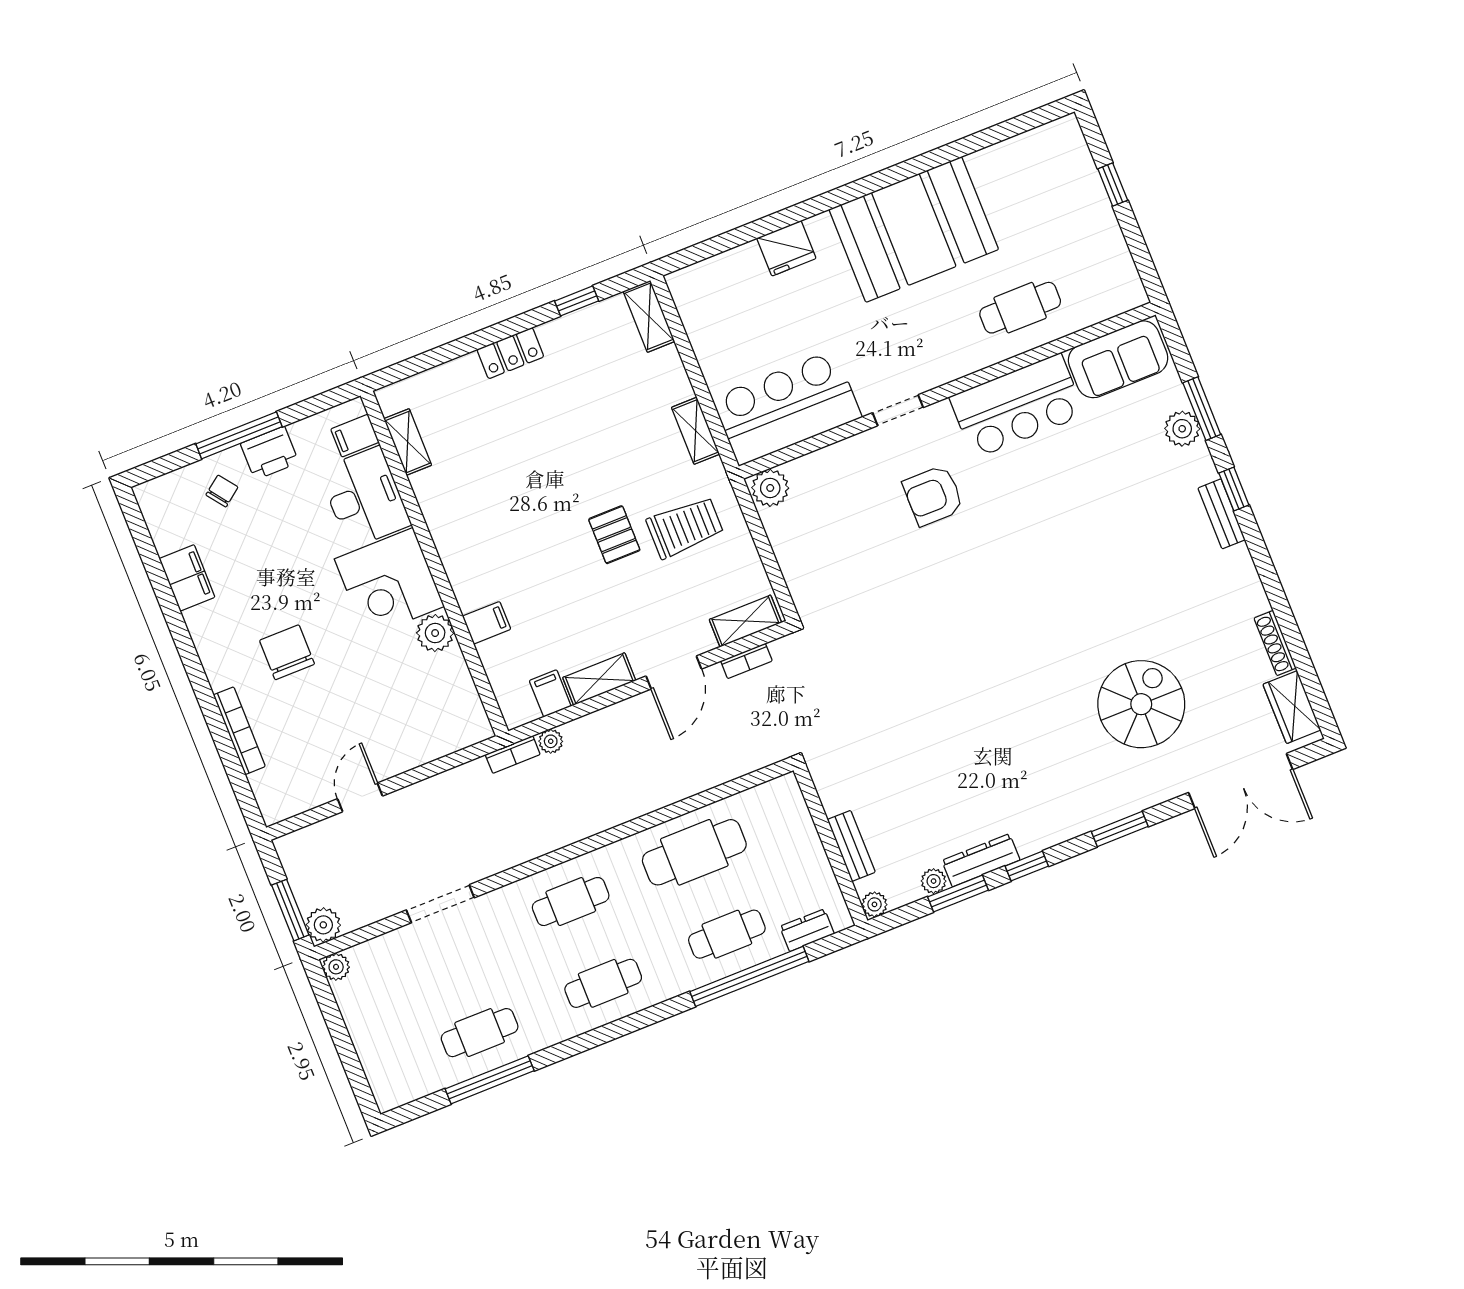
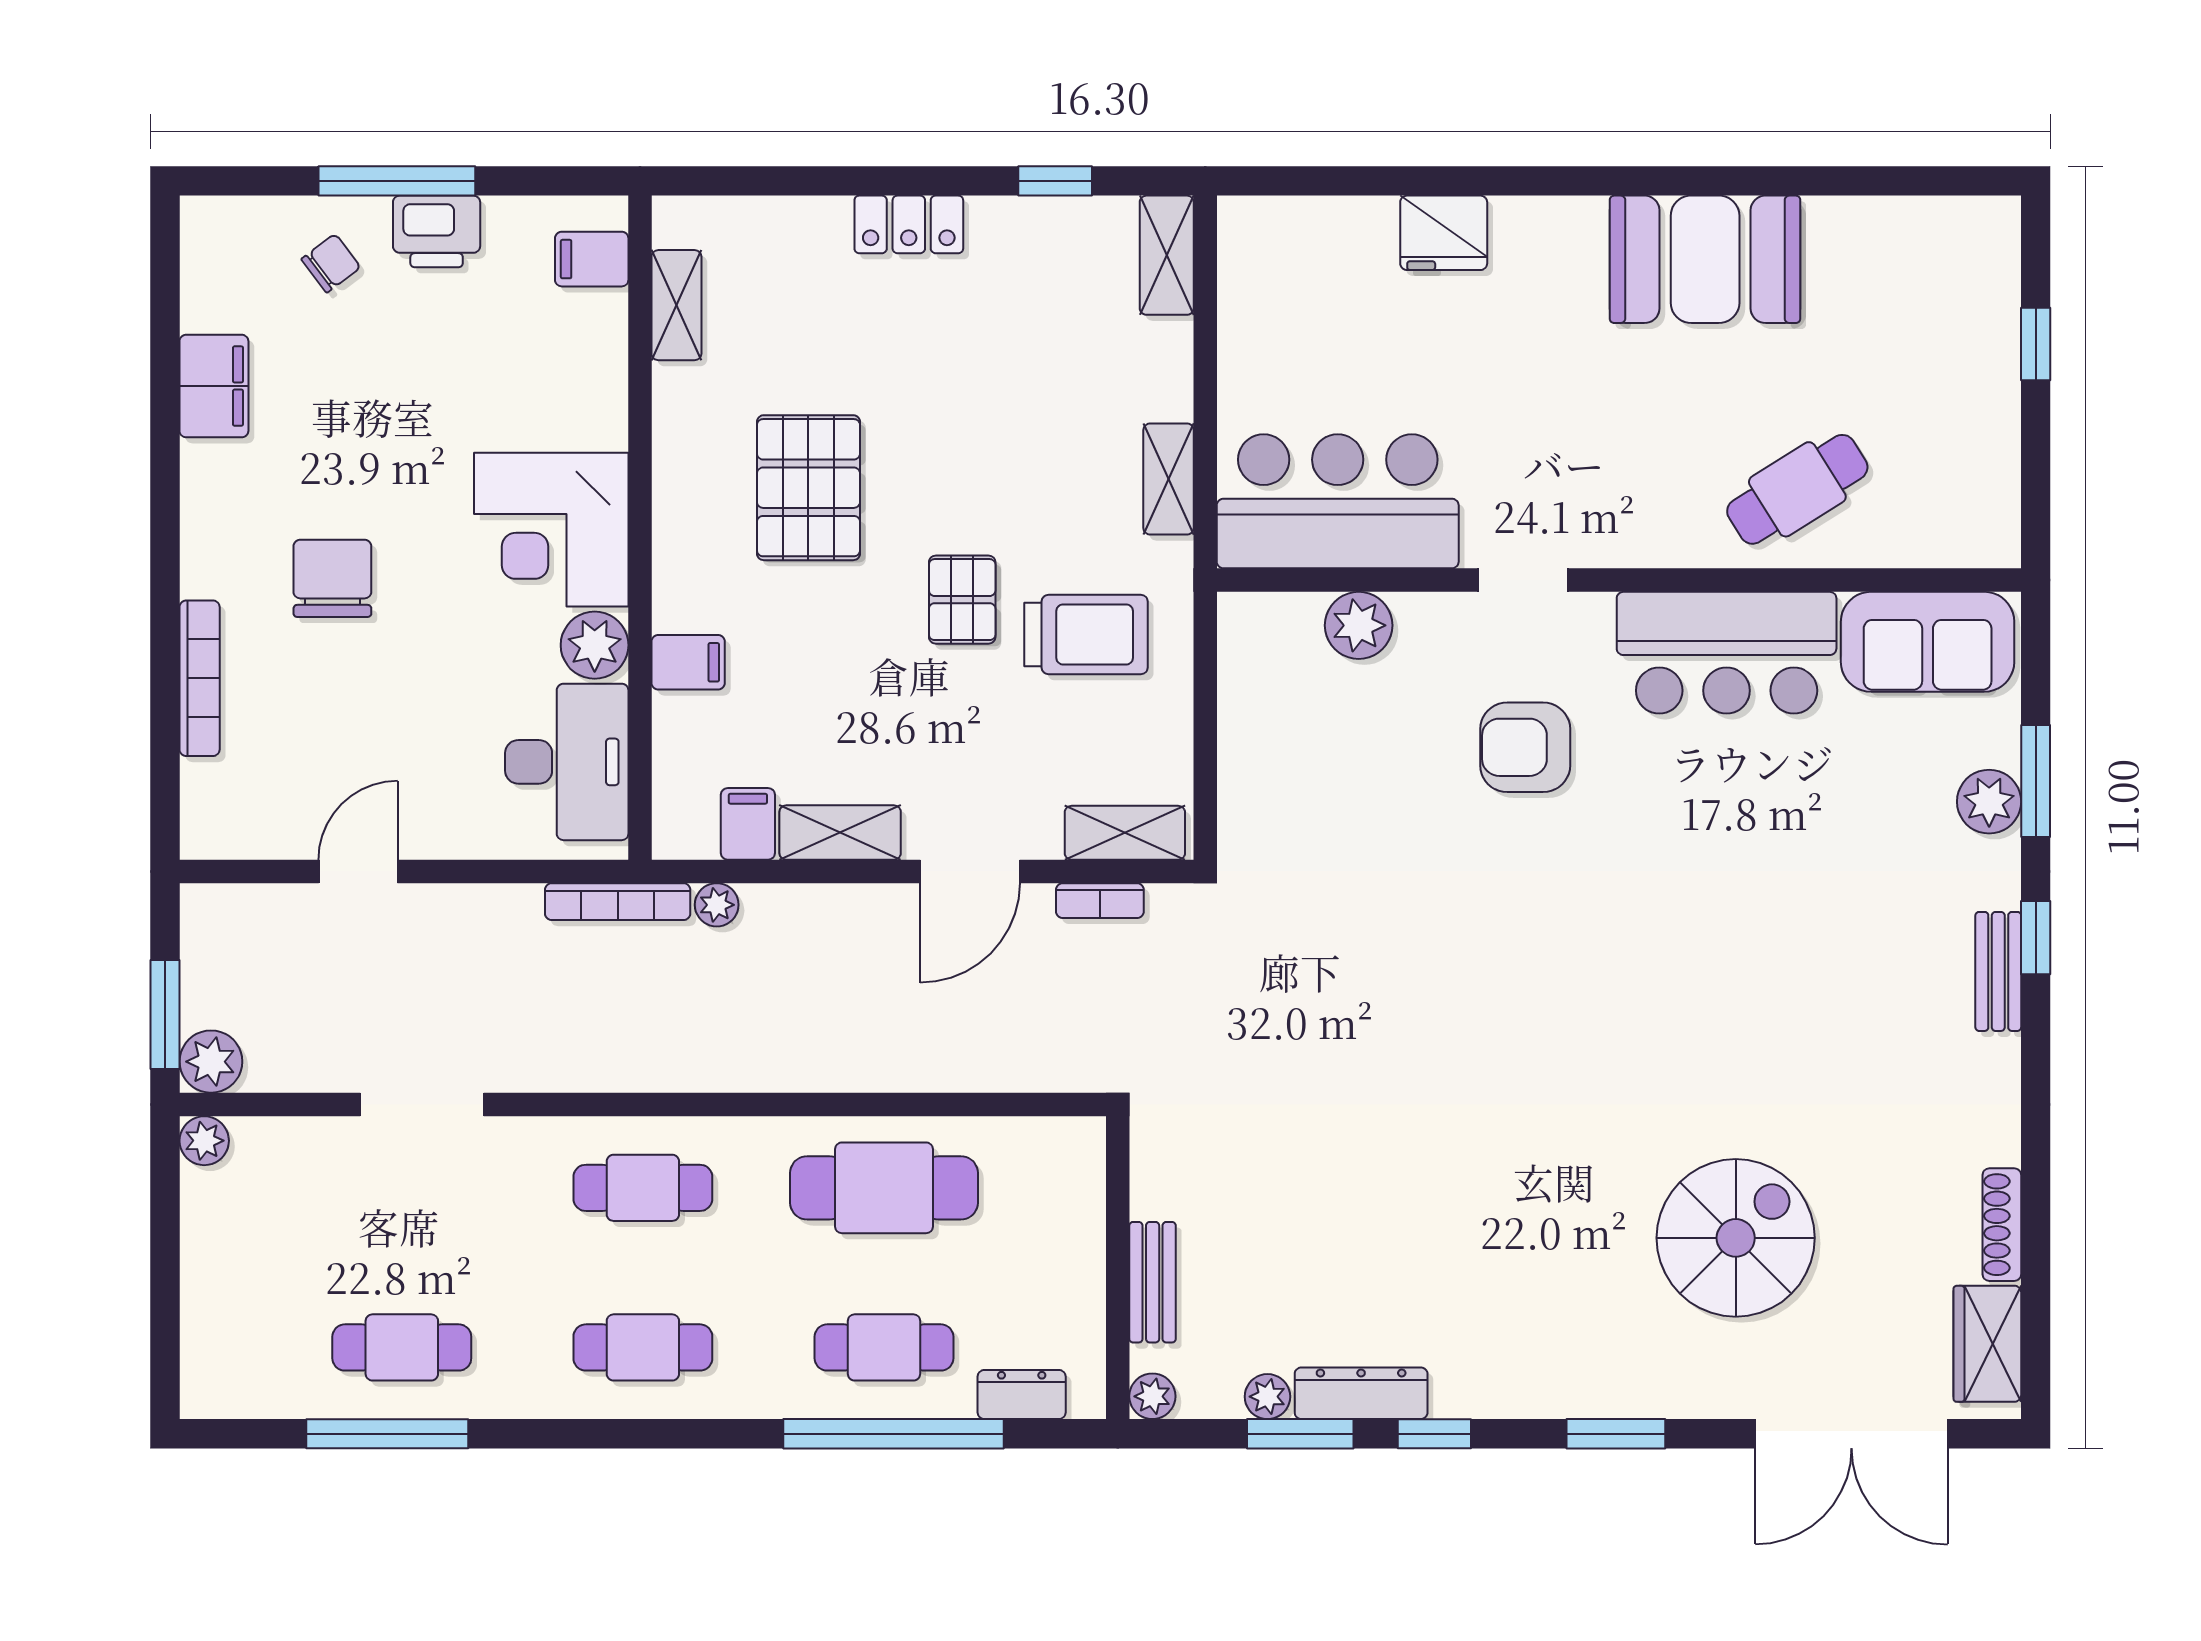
booth: (914, 229) -> (1705, 259), width x0.73, depth x0.70
cafe table: (1020, 308) -> (1797, 489), turned -32
plant: (770, 488) -> (1359, 625), moved
desk: (365, 497) -> (567, 762), moved
pallet: (513, 509) -> (808, 488), added
bookcase: (513, 755) -> (618, 902), width x1.56

